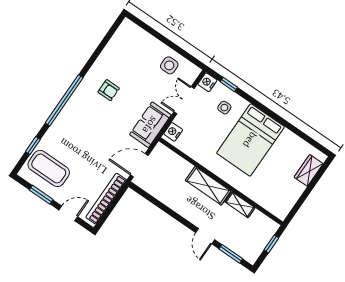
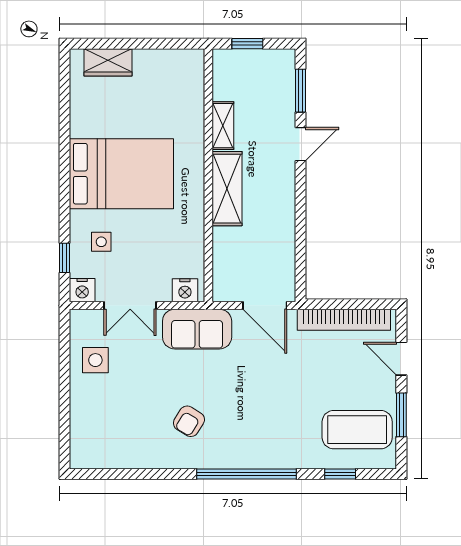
armchair: (109, 90) -> (189, 421), turned -148
coffee table: (49, 168) -> (357, 430), turned 90

